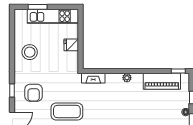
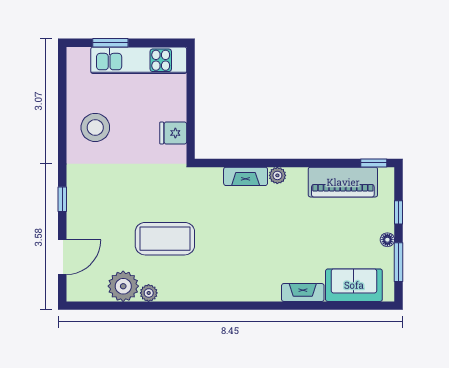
fridge: (71, 45) -> (173, 133), moved
fireplace: (93, 78) -> (246, 176), moved
armchair: (34, 93) -> (103, 204), removed

